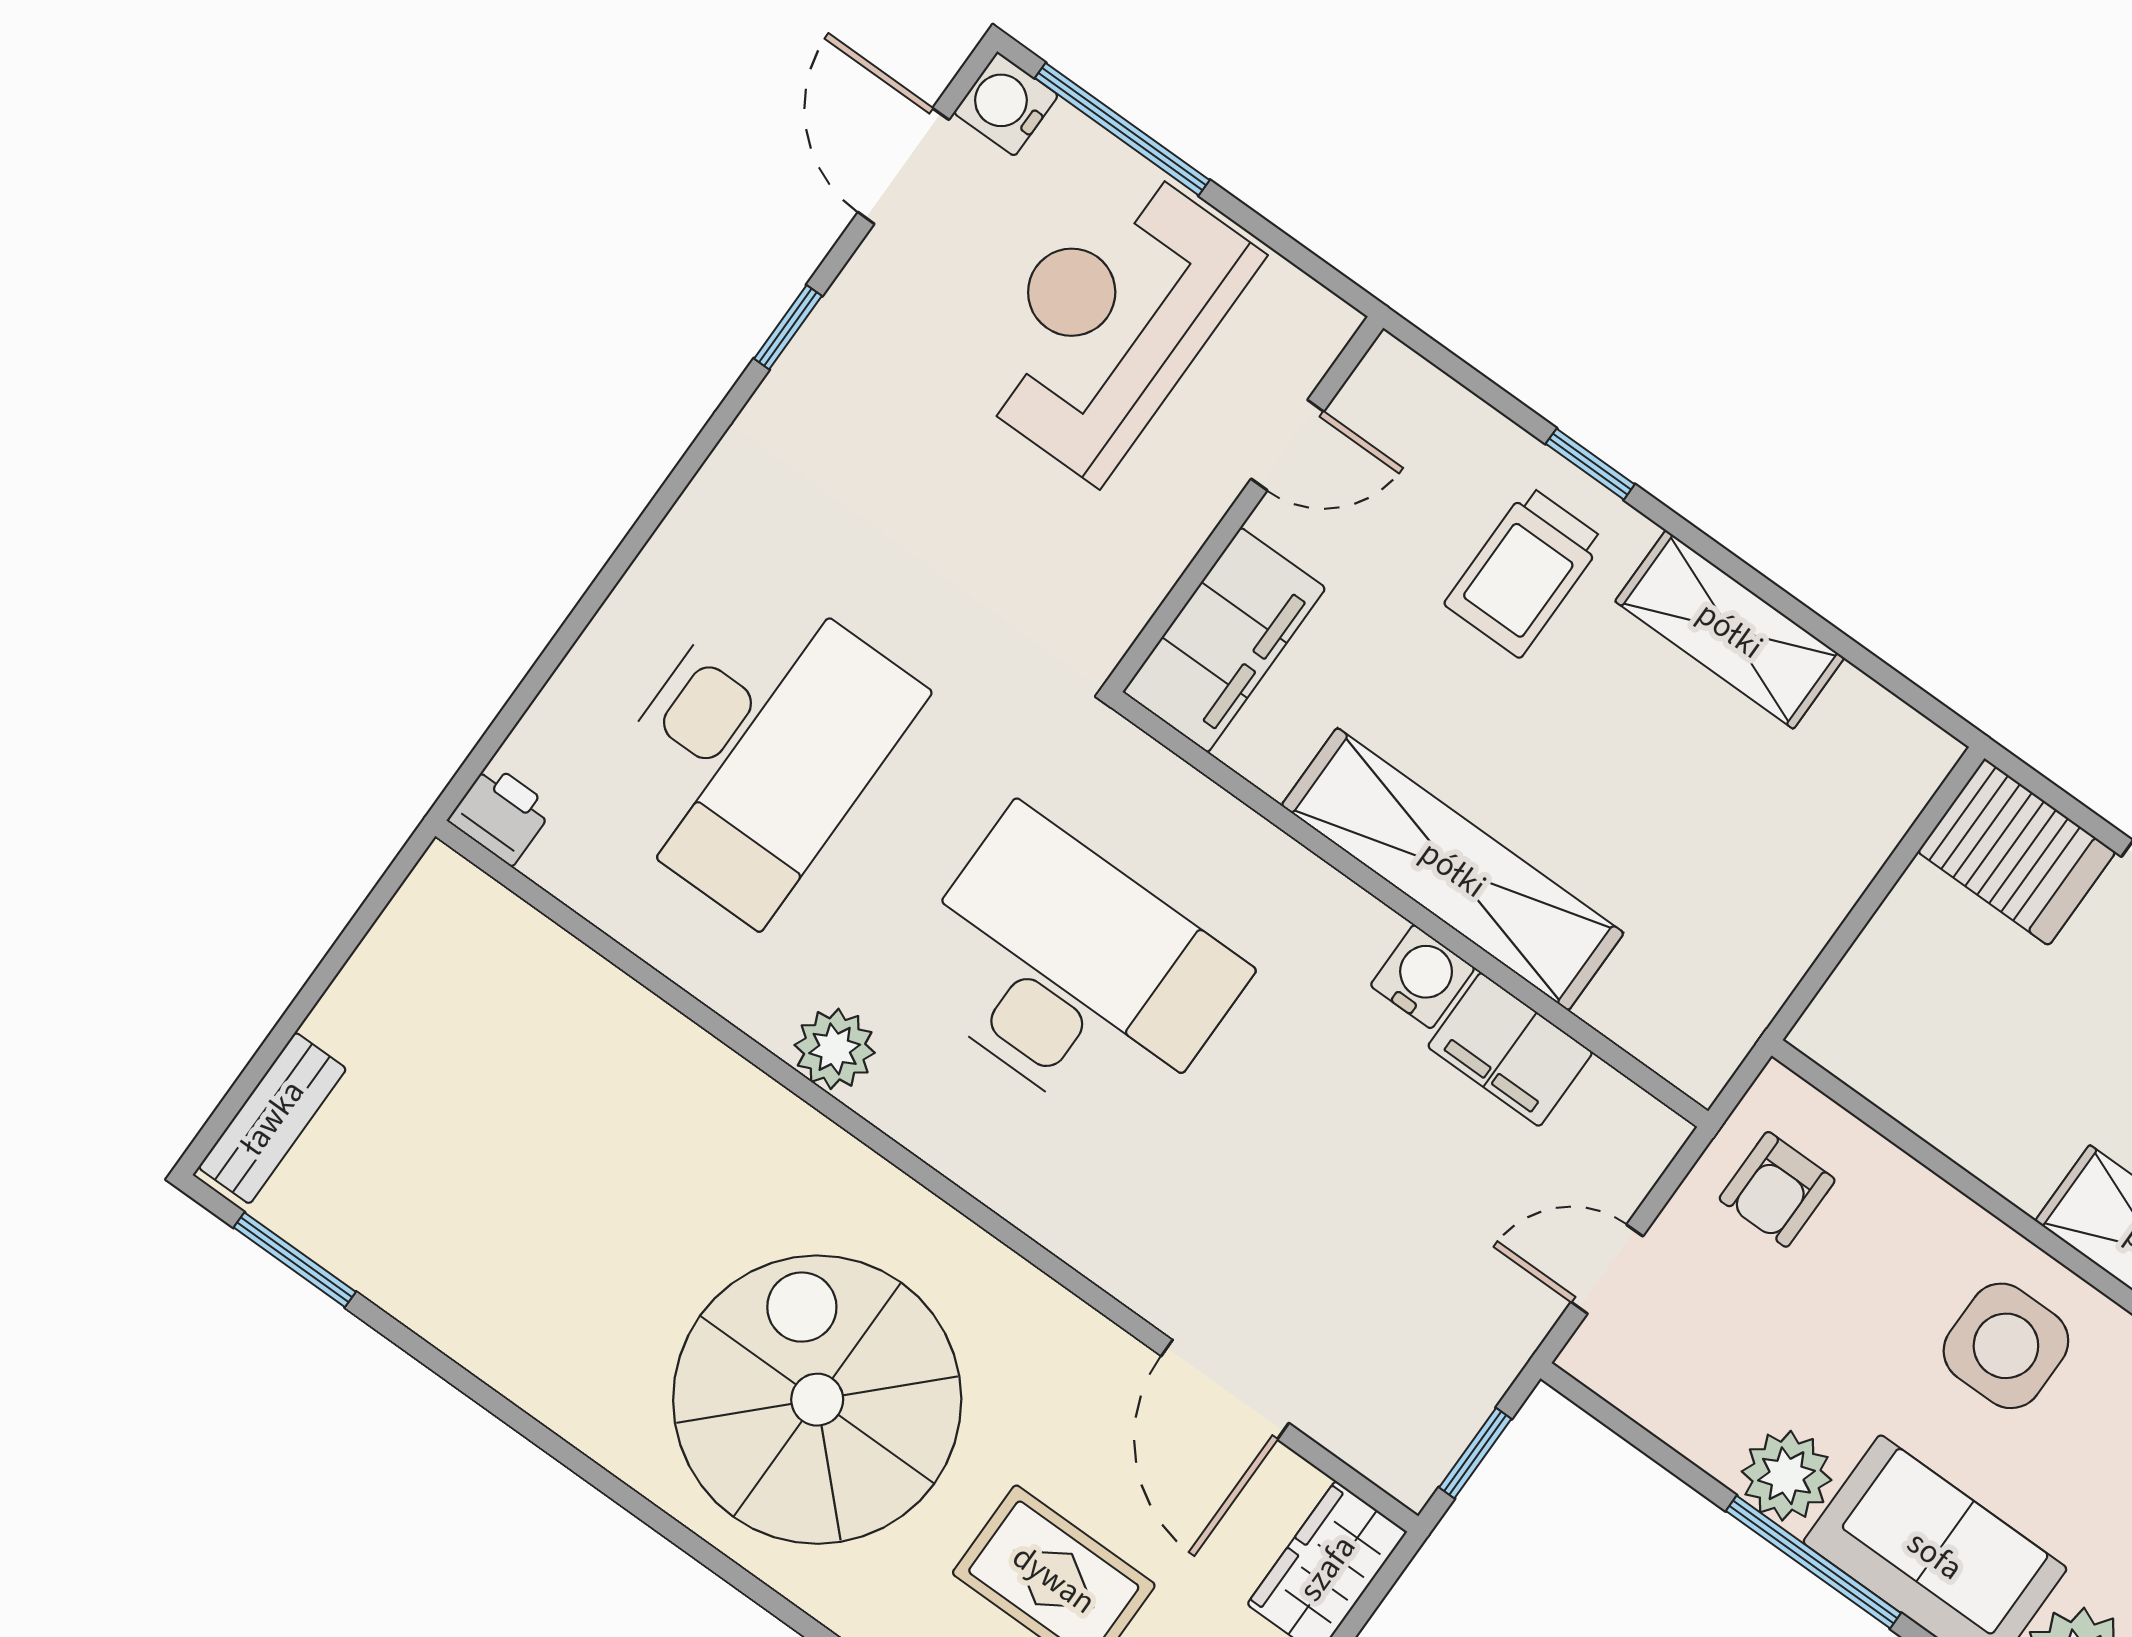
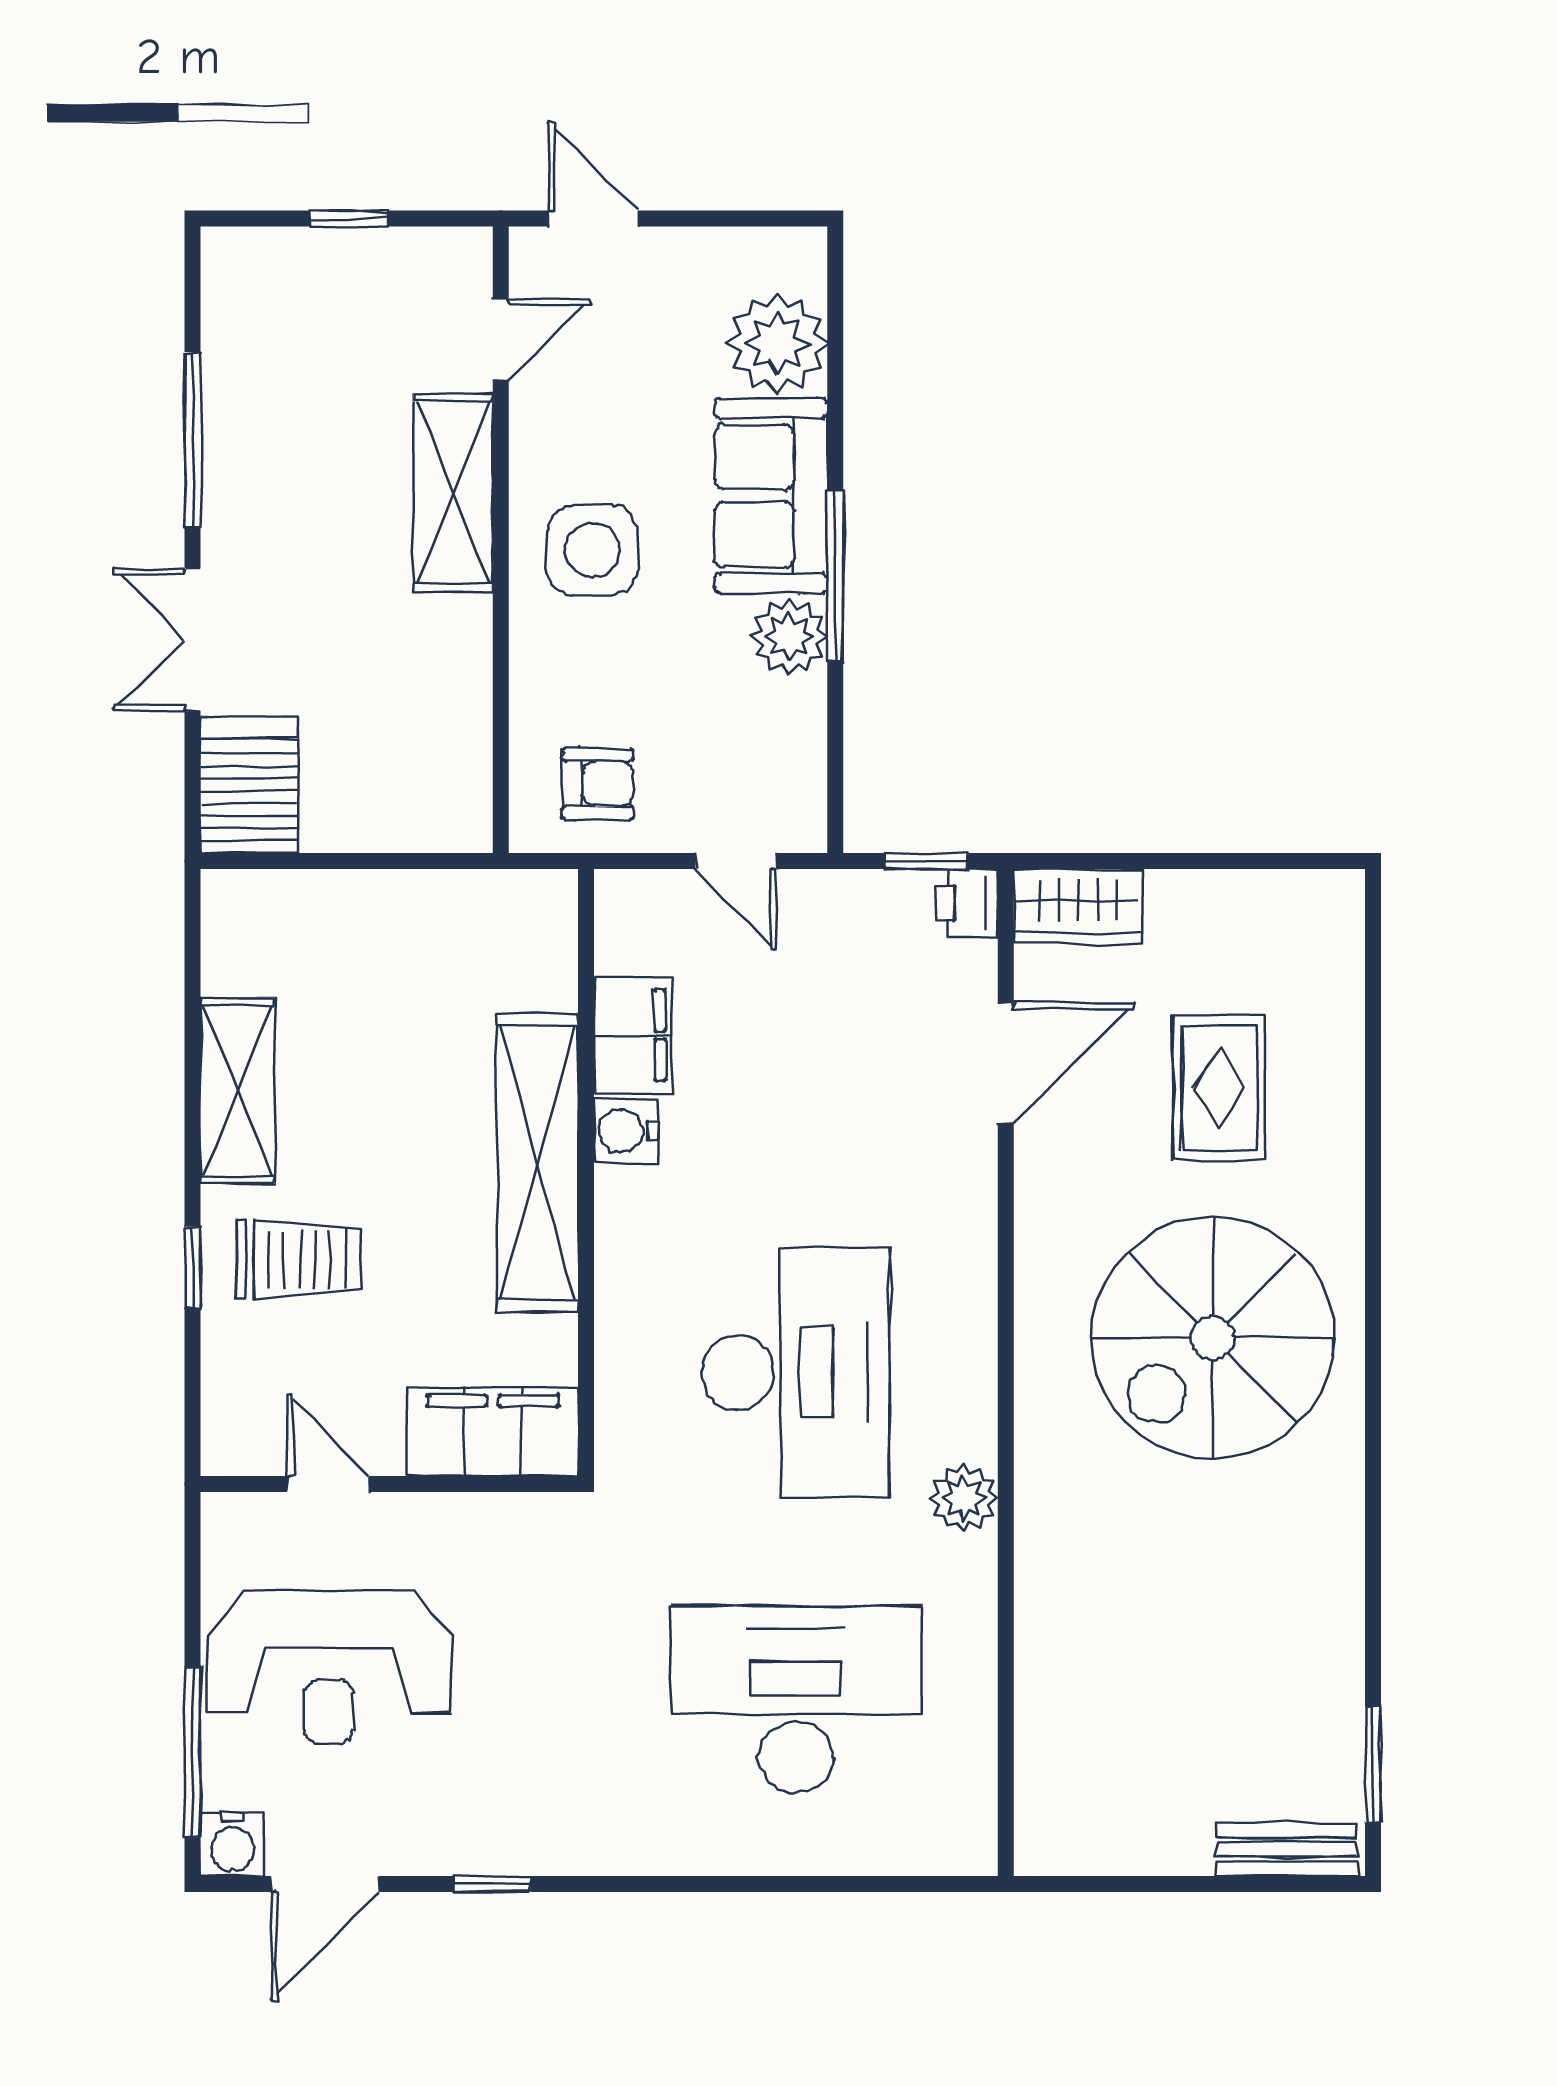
printer: (501, 814) -> (967, 903), moved
desk: (1072, 974) -> (796, 1372), turned 180

